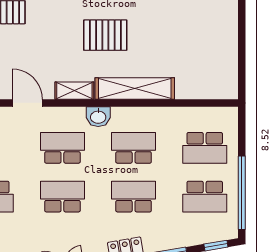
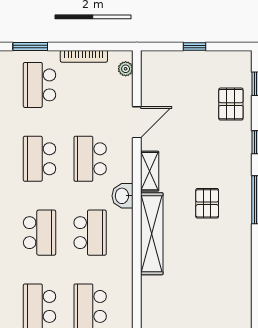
pallet: (105, 35) -> (207, 203), width x0.67, depth x0.71
school desk: (62, 148) -> (90, 159), turned 180
school desk: (62, 197) -> (40, 159), turned 180

